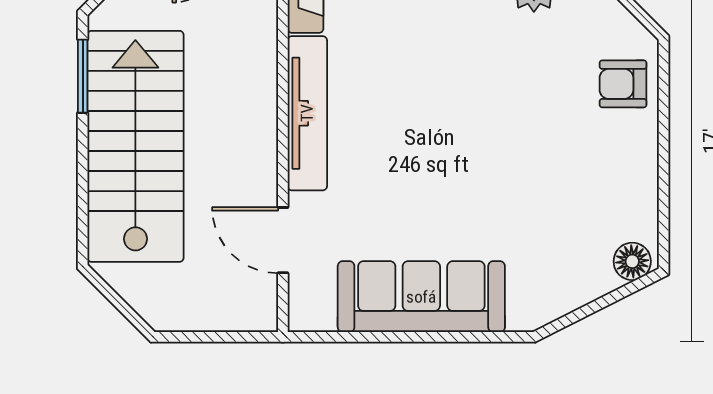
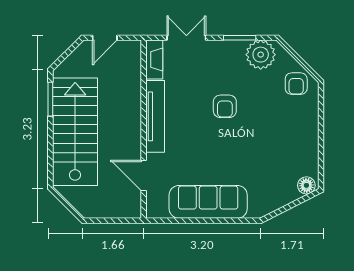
armchair: (623, 84) -> (296, 84), moved, turned -90
armchair: (457, 92) -> (225, 106), added

